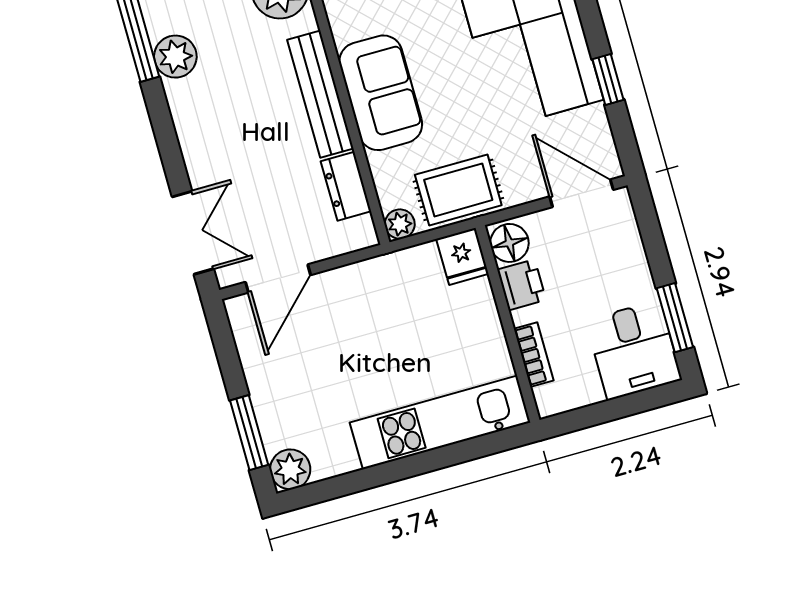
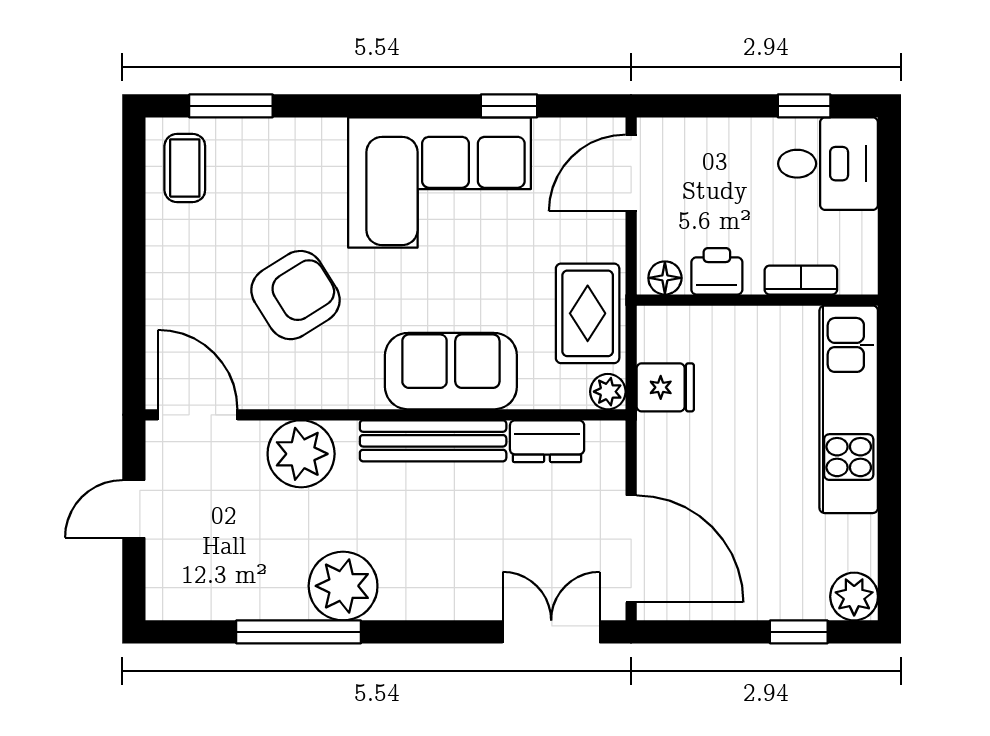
plant: (175, 57) -> (343, 586), width x1.36, depth x1.36
floor lamp: (509, 243) -> (665, 278), width x0.73, depth x0.73
fridge: (462, 256) -> (665, 387), moved
door: (278, 278) -> (631, 549), width x1.36
window: (675, 318) -> (804, 106), width x0.67
window: (249, 433) -> (799, 632), width x0.67

